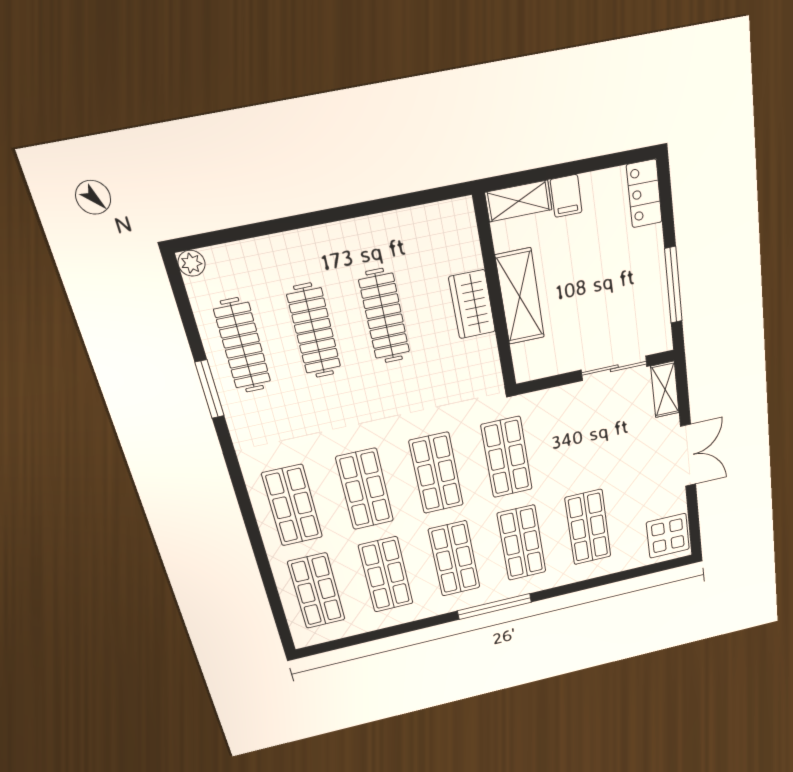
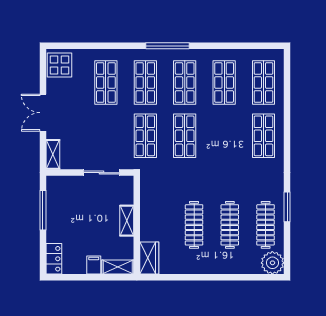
plant: (192, 263) -> (272, 263), width x1.87, depth x1.87
shelving: (520, 297) -> (127, 221), width x0.67, depth x0.75
wardrobe: (472, 304) -> (149, 258), moved
sliding door: (614, 368) -> (101, 173), moved
shop shelf: (365, 489) -> (224, 136), removed

